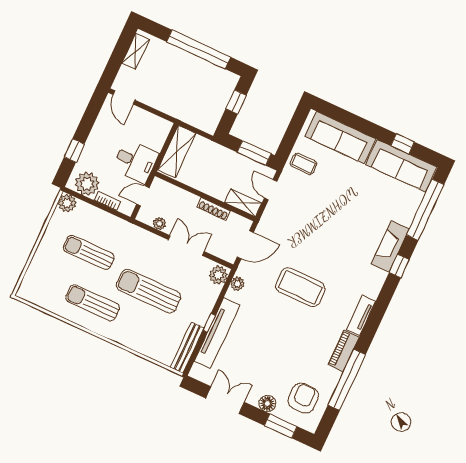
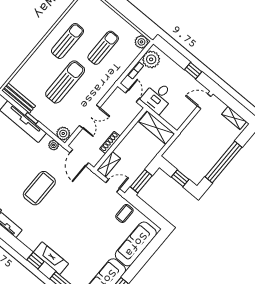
window: (74, 151) -> (193, 71), moved
plant: (159, 223) -> (110, 102), removed

